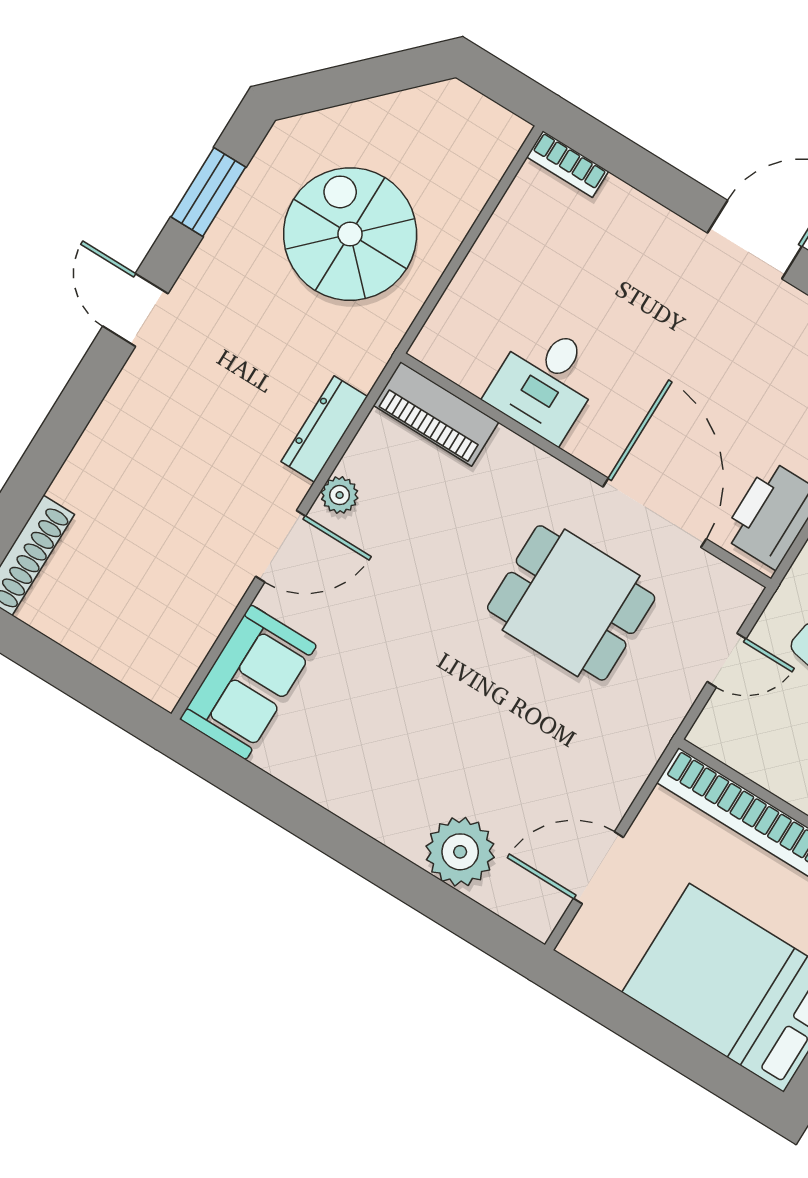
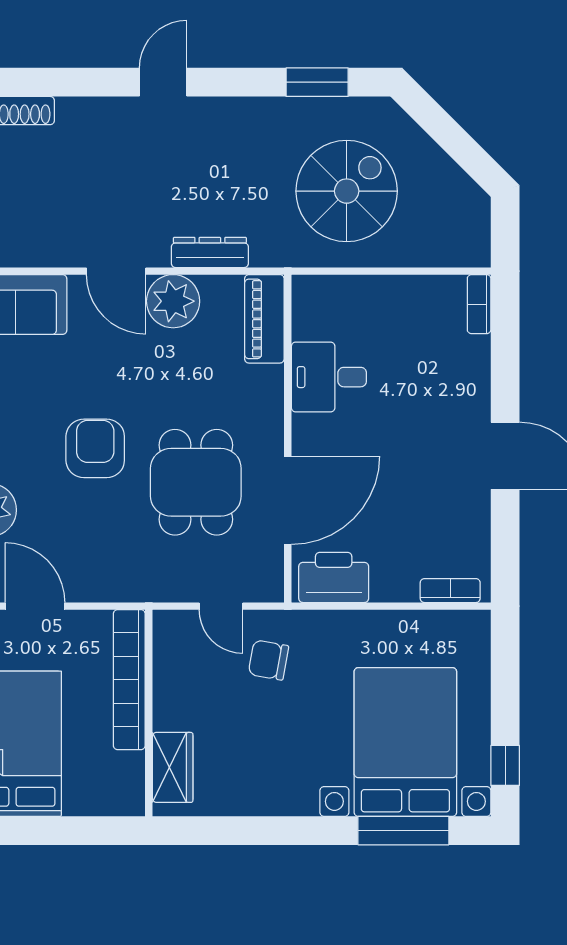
door: (135, 310) -> (163, 82), moved
plant: (340, 495) -> (173, 301), width x1.87, depth x1.87
armchair: (464, 692) -> (95, 448), added

